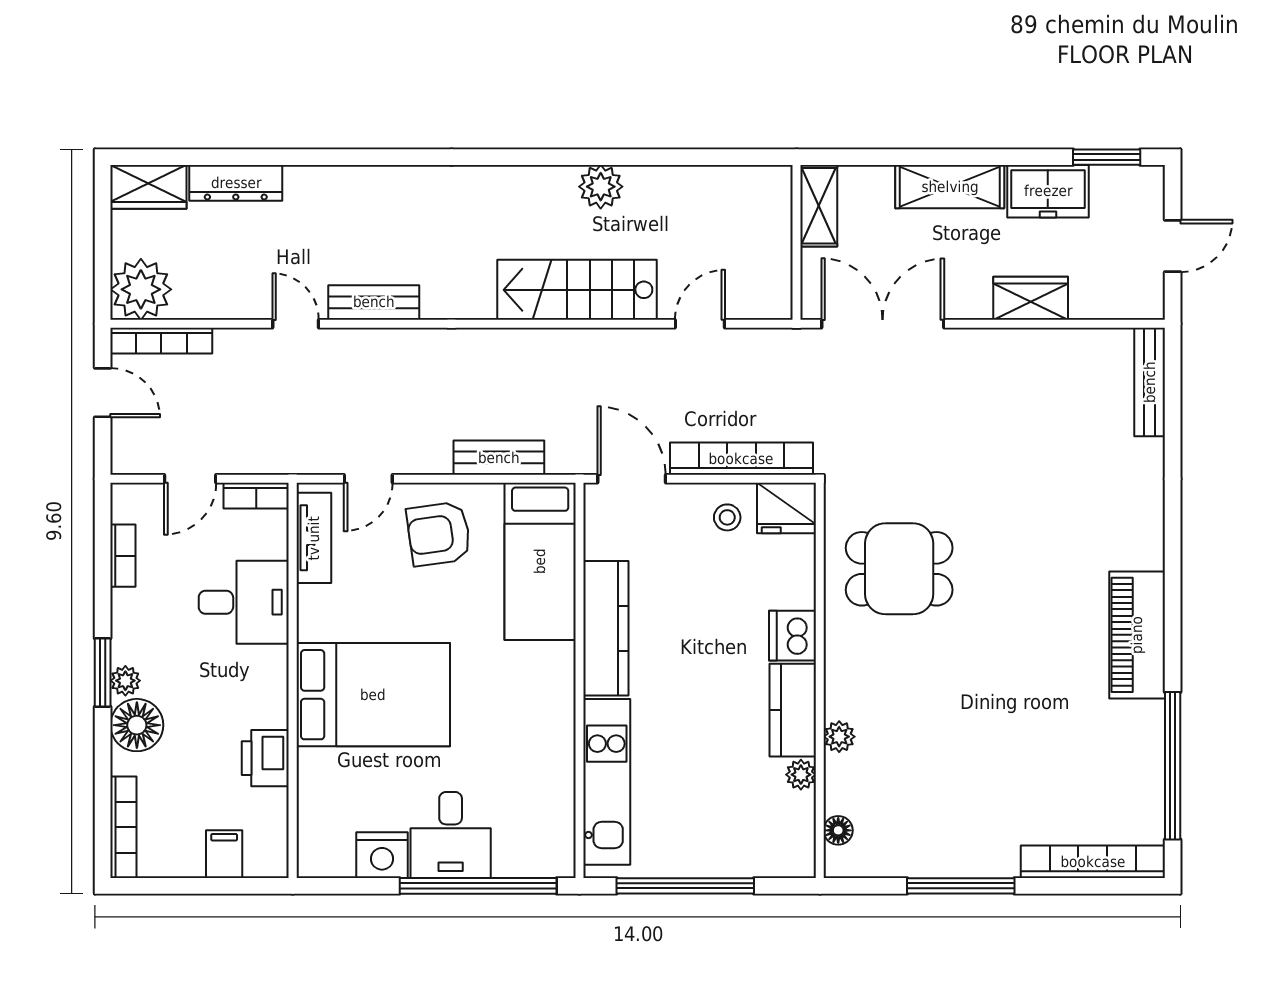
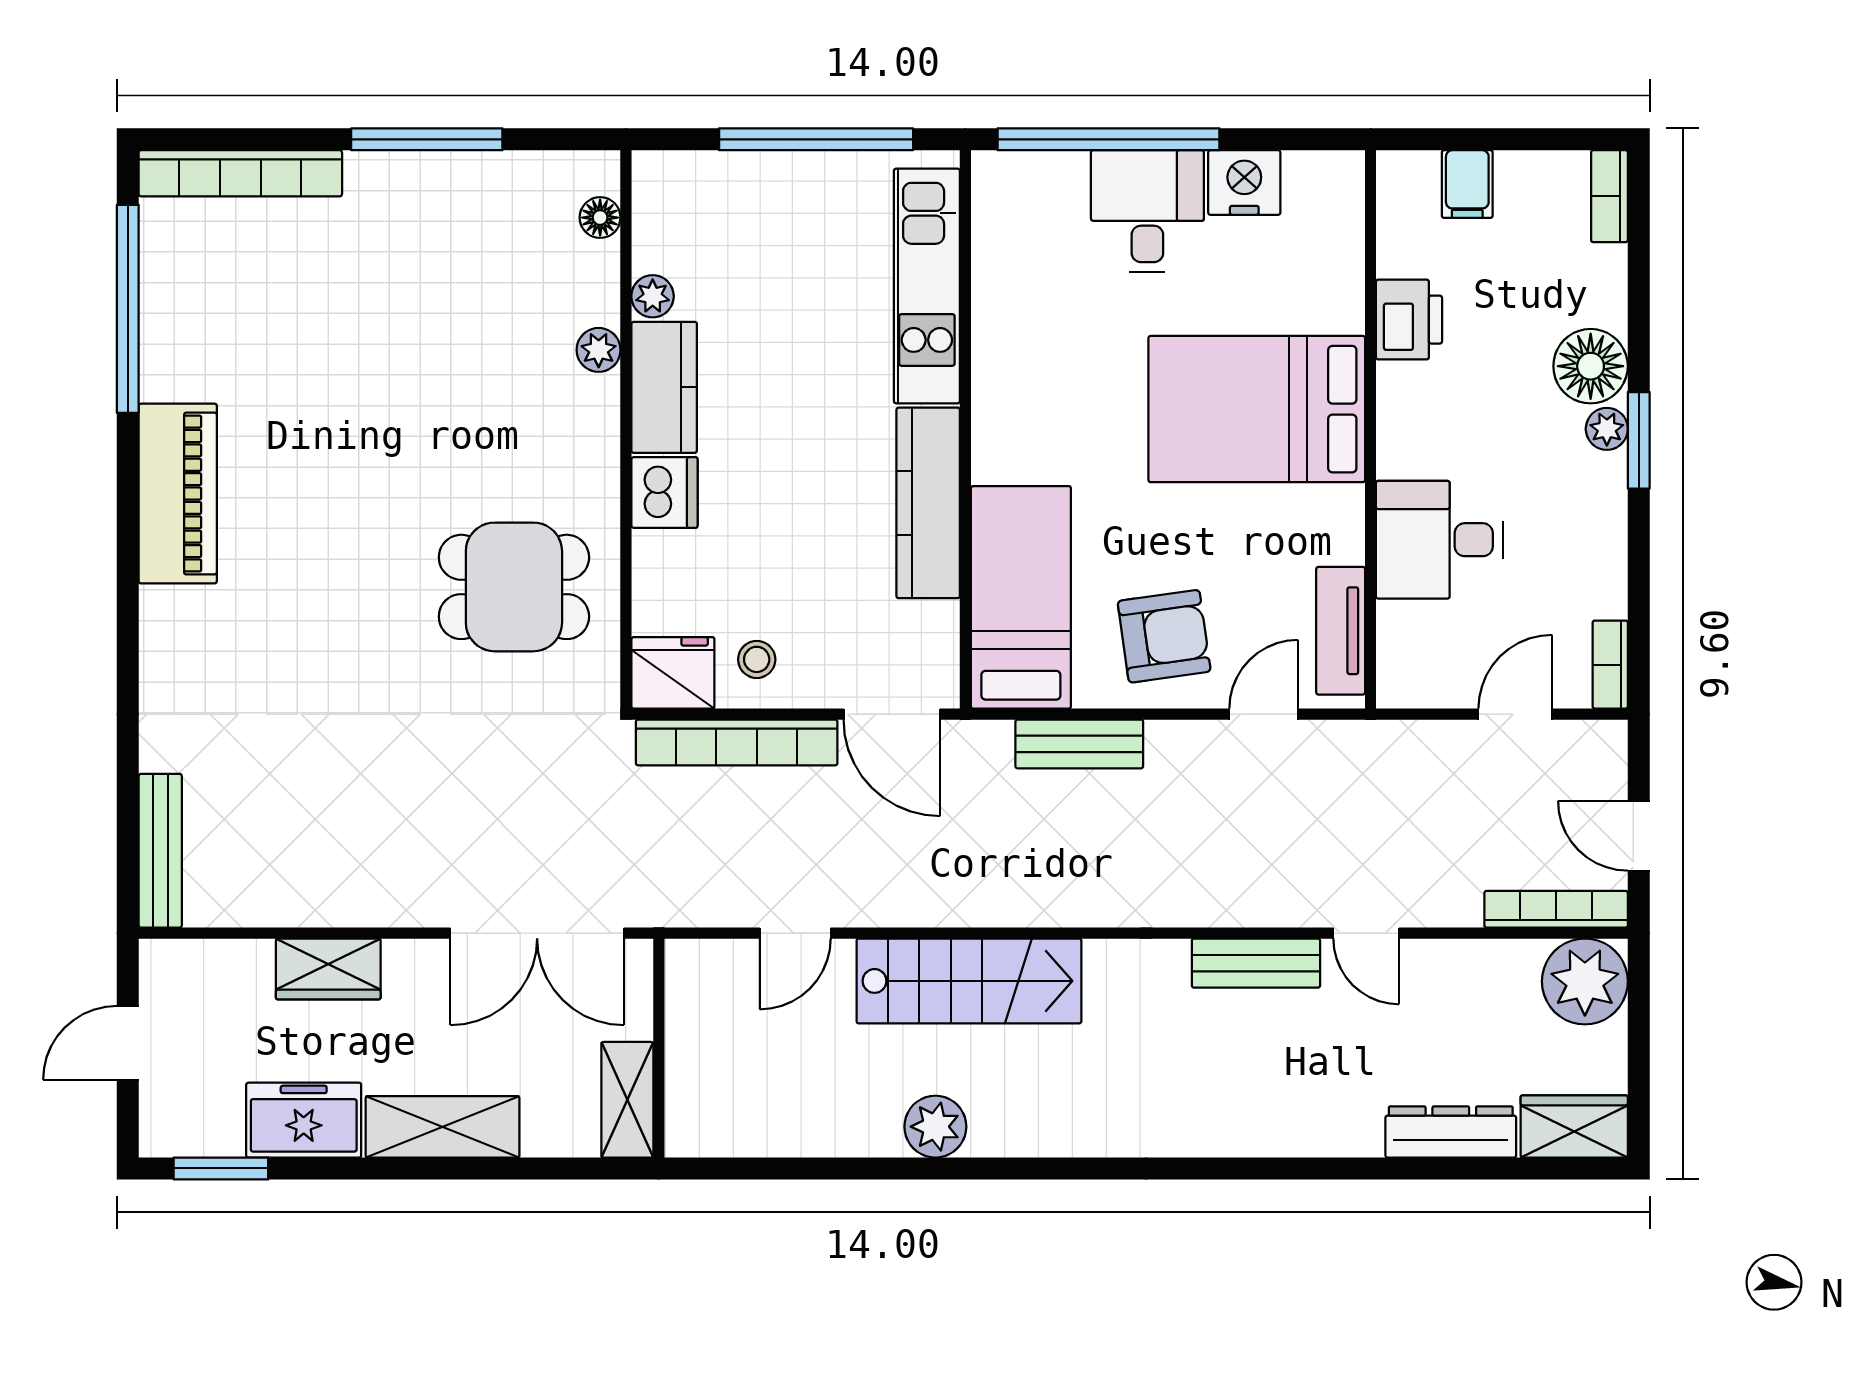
bookcase: (256, 496) -> (1422, 690), removed
bookcase: (123, 556) -> (1610, 665), moved
bookcase: (123, 827) -> (1609, 196), width x0.64

